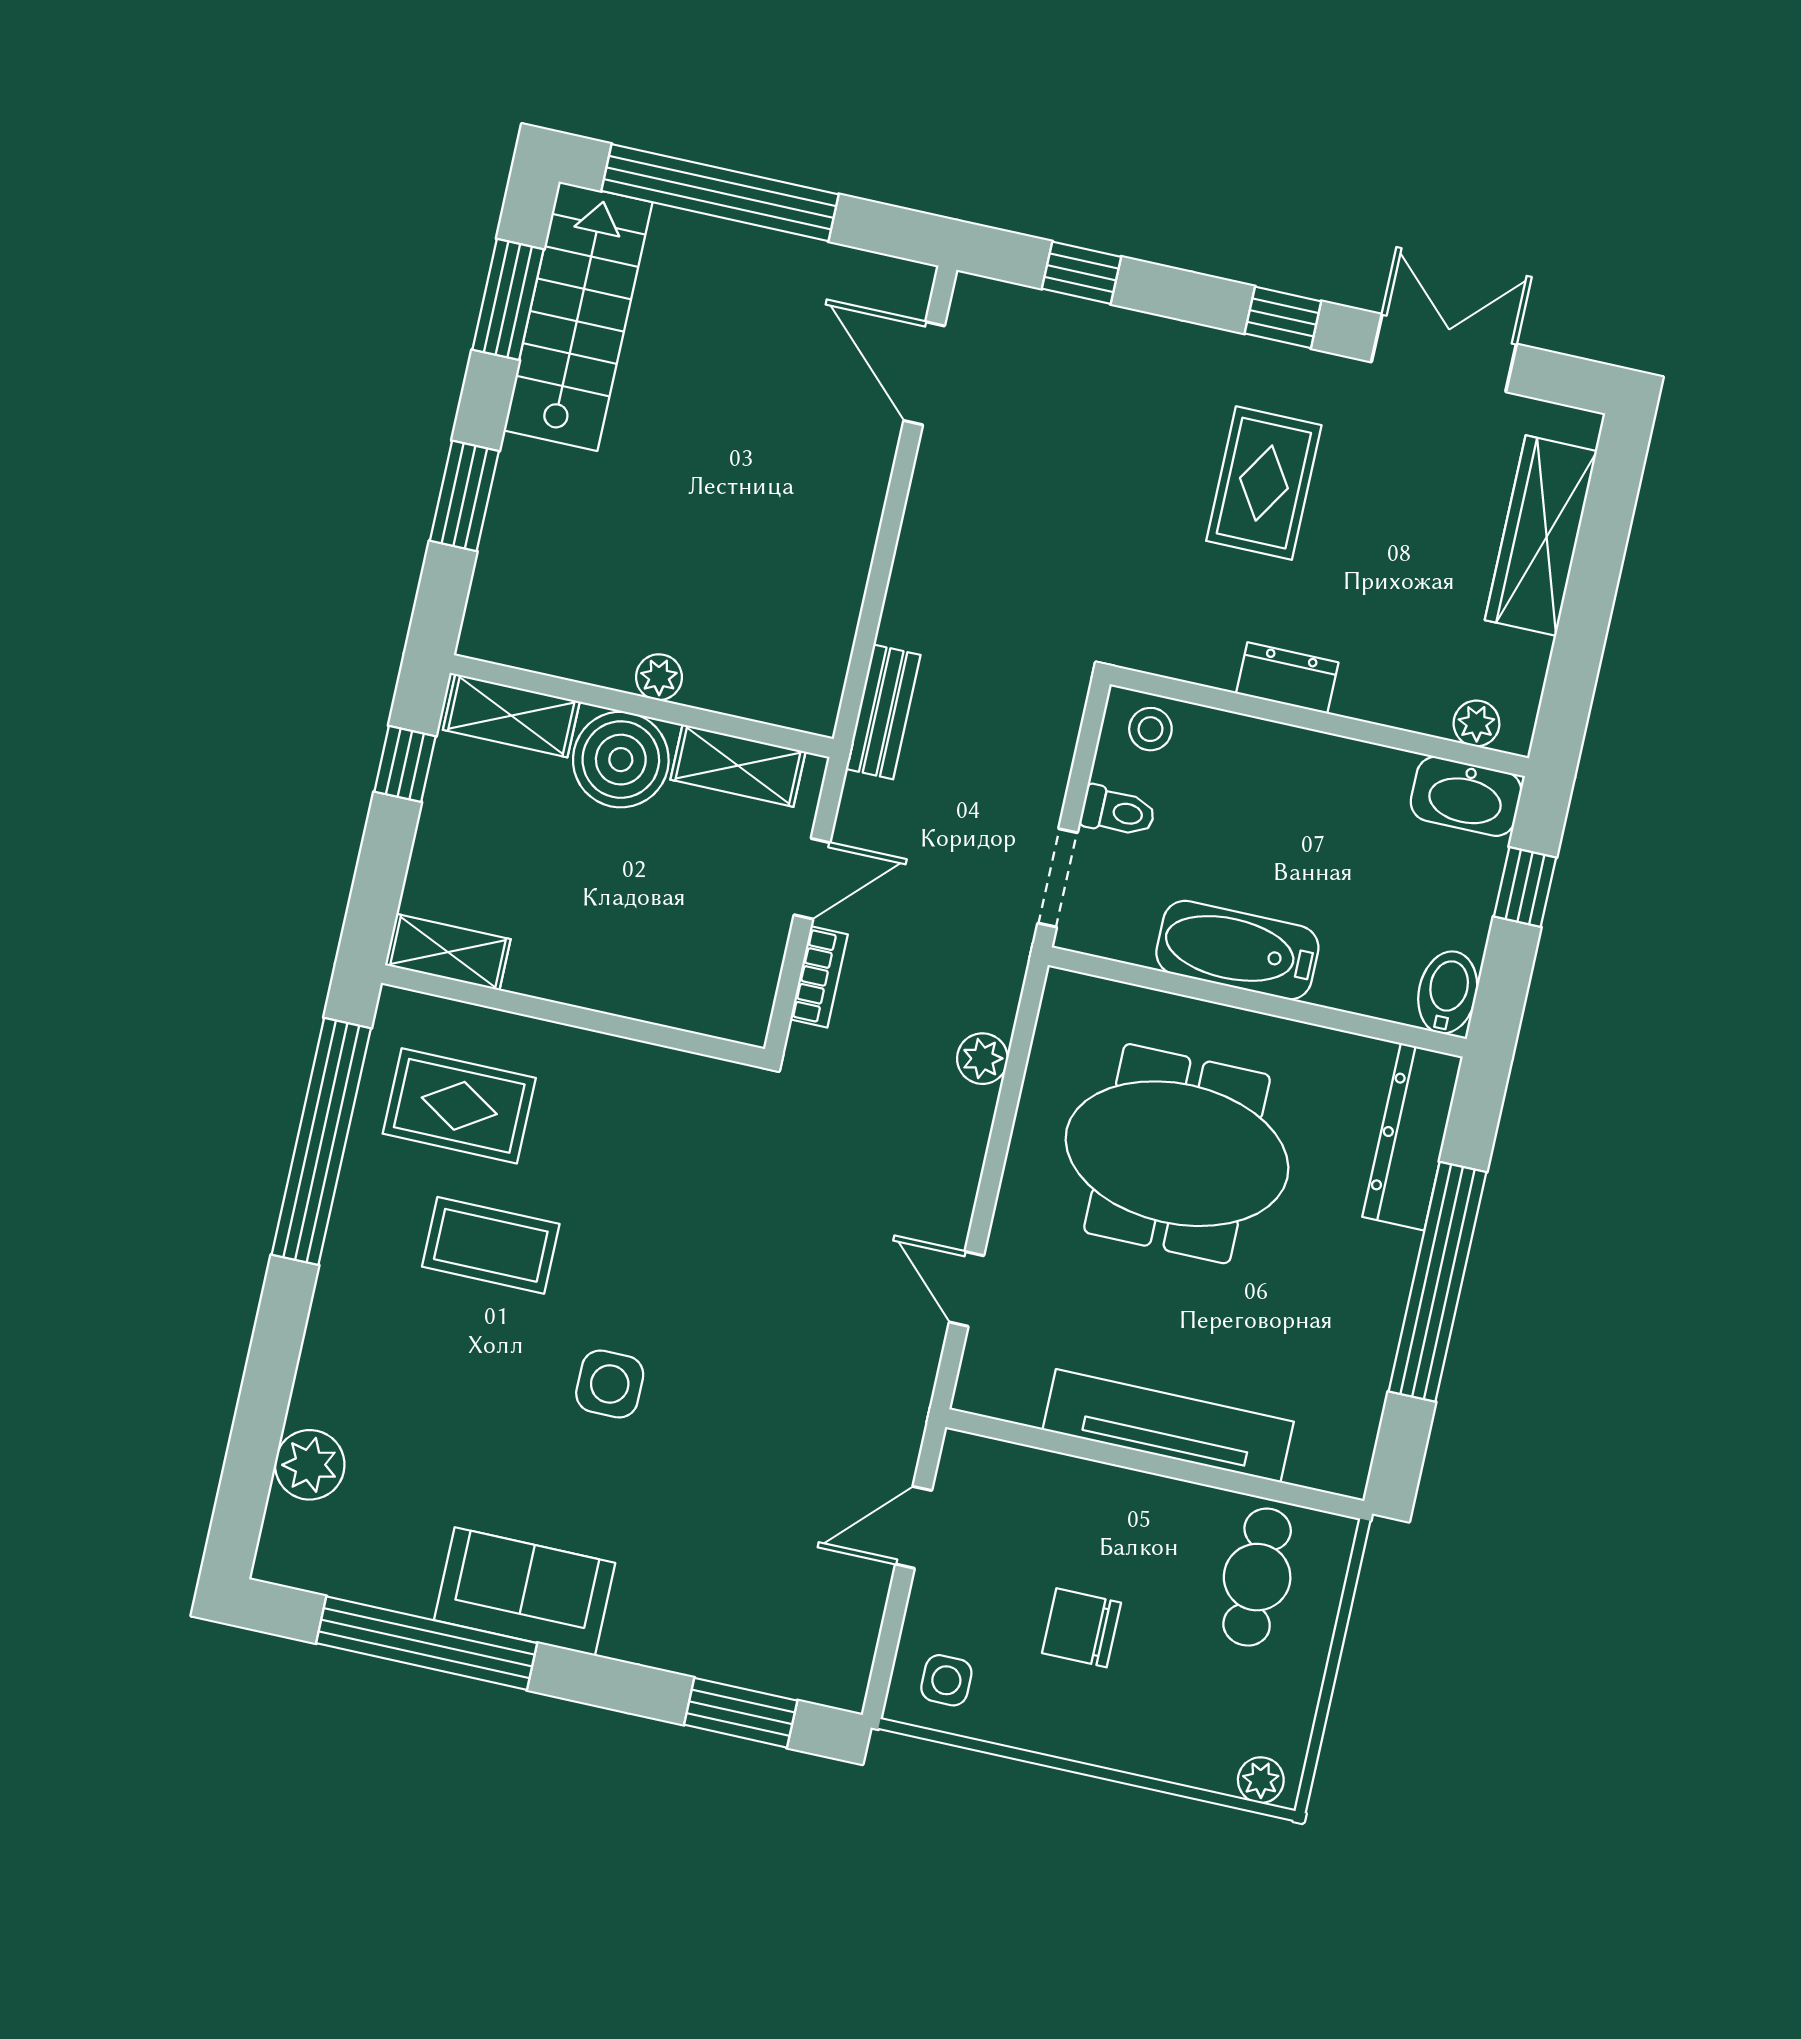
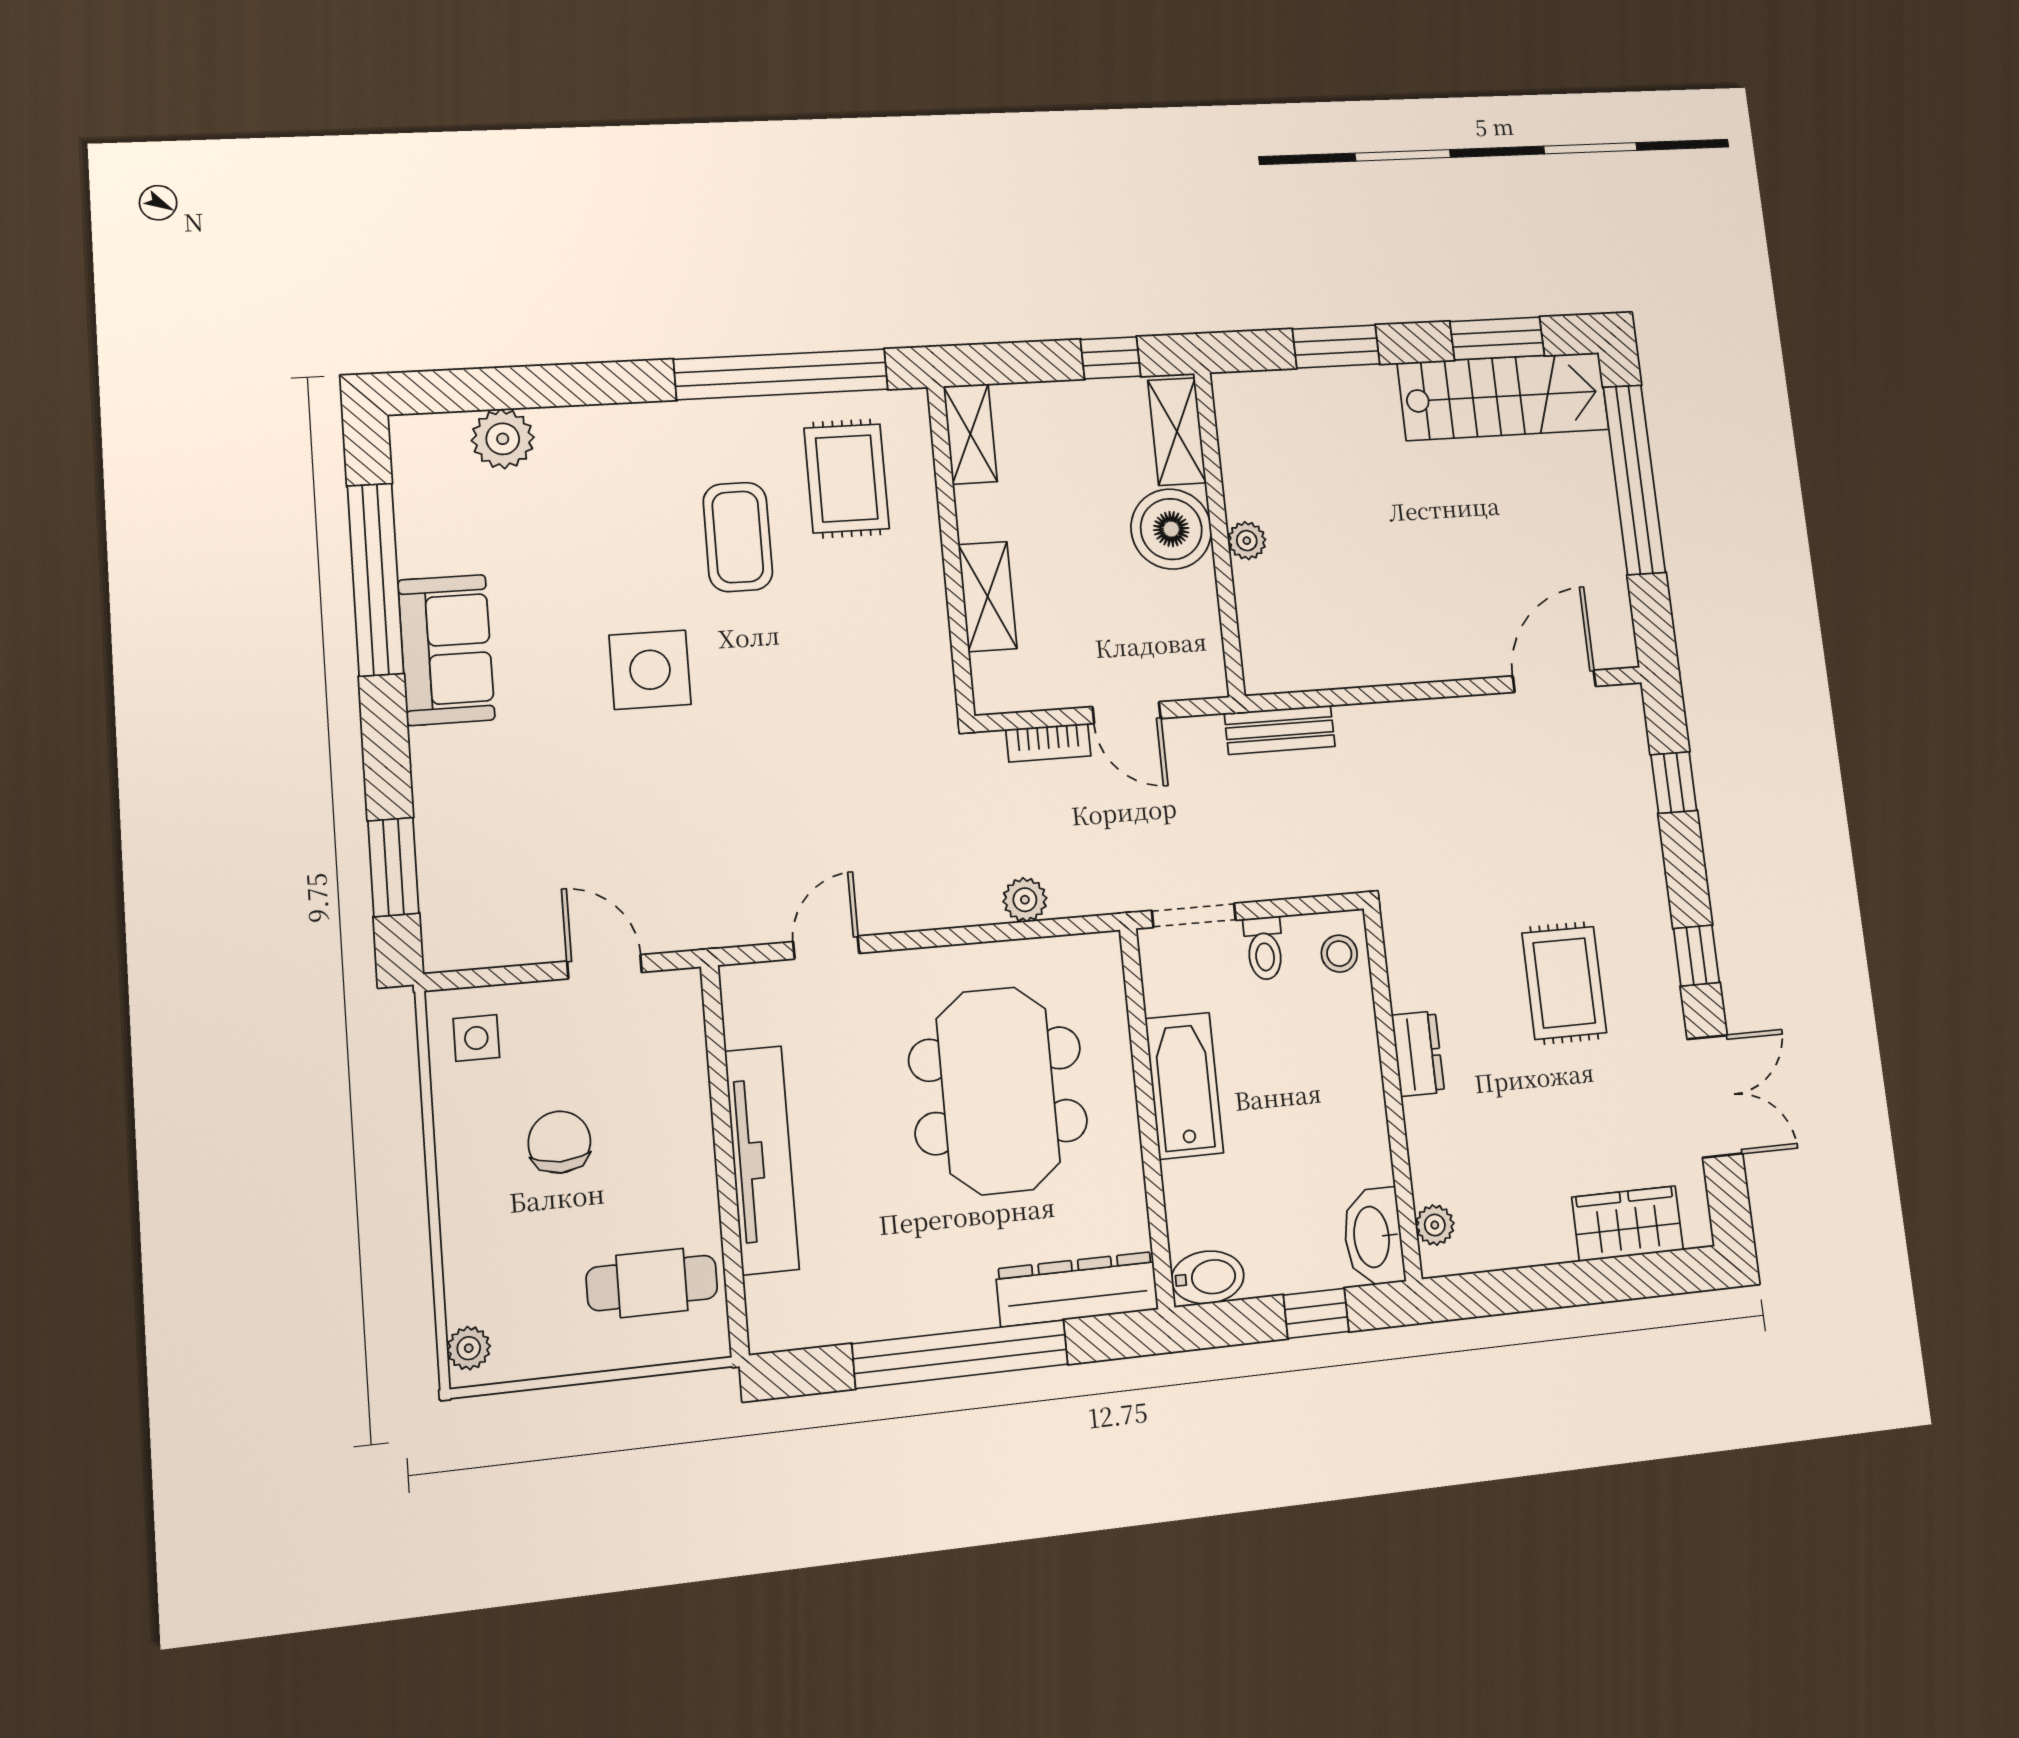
rug: (1264, 483) -> (1564, 983), turned 90
wardrobe: (1541, 536) -> (1628, 1224), width x0.67
shelving: (738, 766) -> (988, 597), moved
side table: (610, 1384) -> (650, 670), width x1.37, depth x1.37

